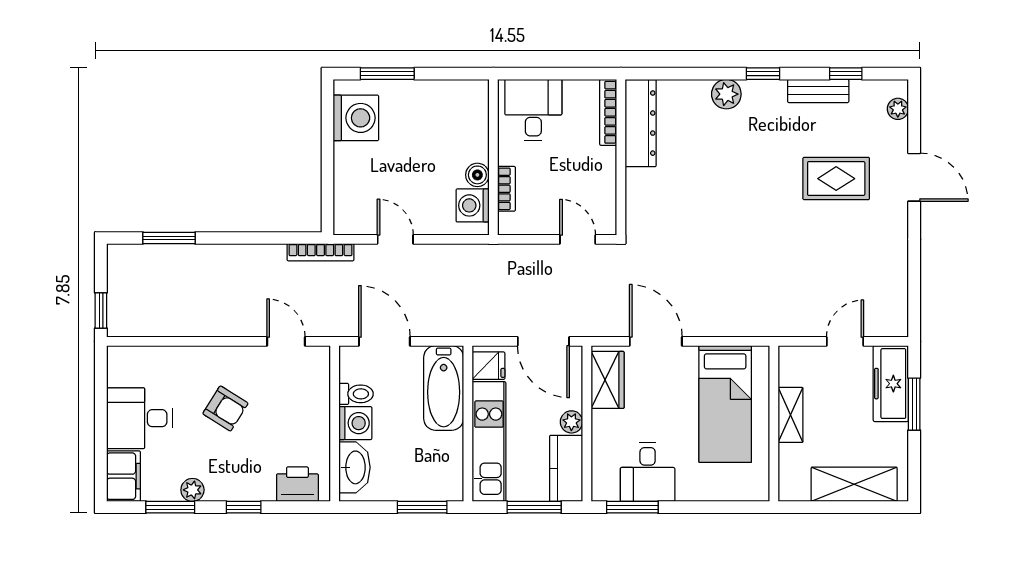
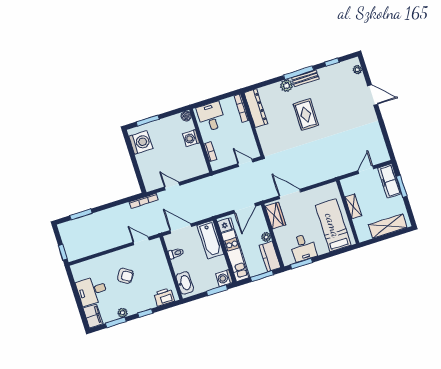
window: (763, 74) -> (299, 73), width x2.17
bench: (818, 91) -> (305, 78), moved
boiler: (477, 175) -> (186, 116), moved
rug: (836, 179) -> (306, 115), moved, turned 90
washing machine: (473, 205) -> (191, 138), moved
door: (543, 341) -> (245, 208), hinge flipped
bed: (725, 404) -> (333, 225), moved, turned 180
washing machine: (355, 423) -> (224, 278), moved, turned 180

